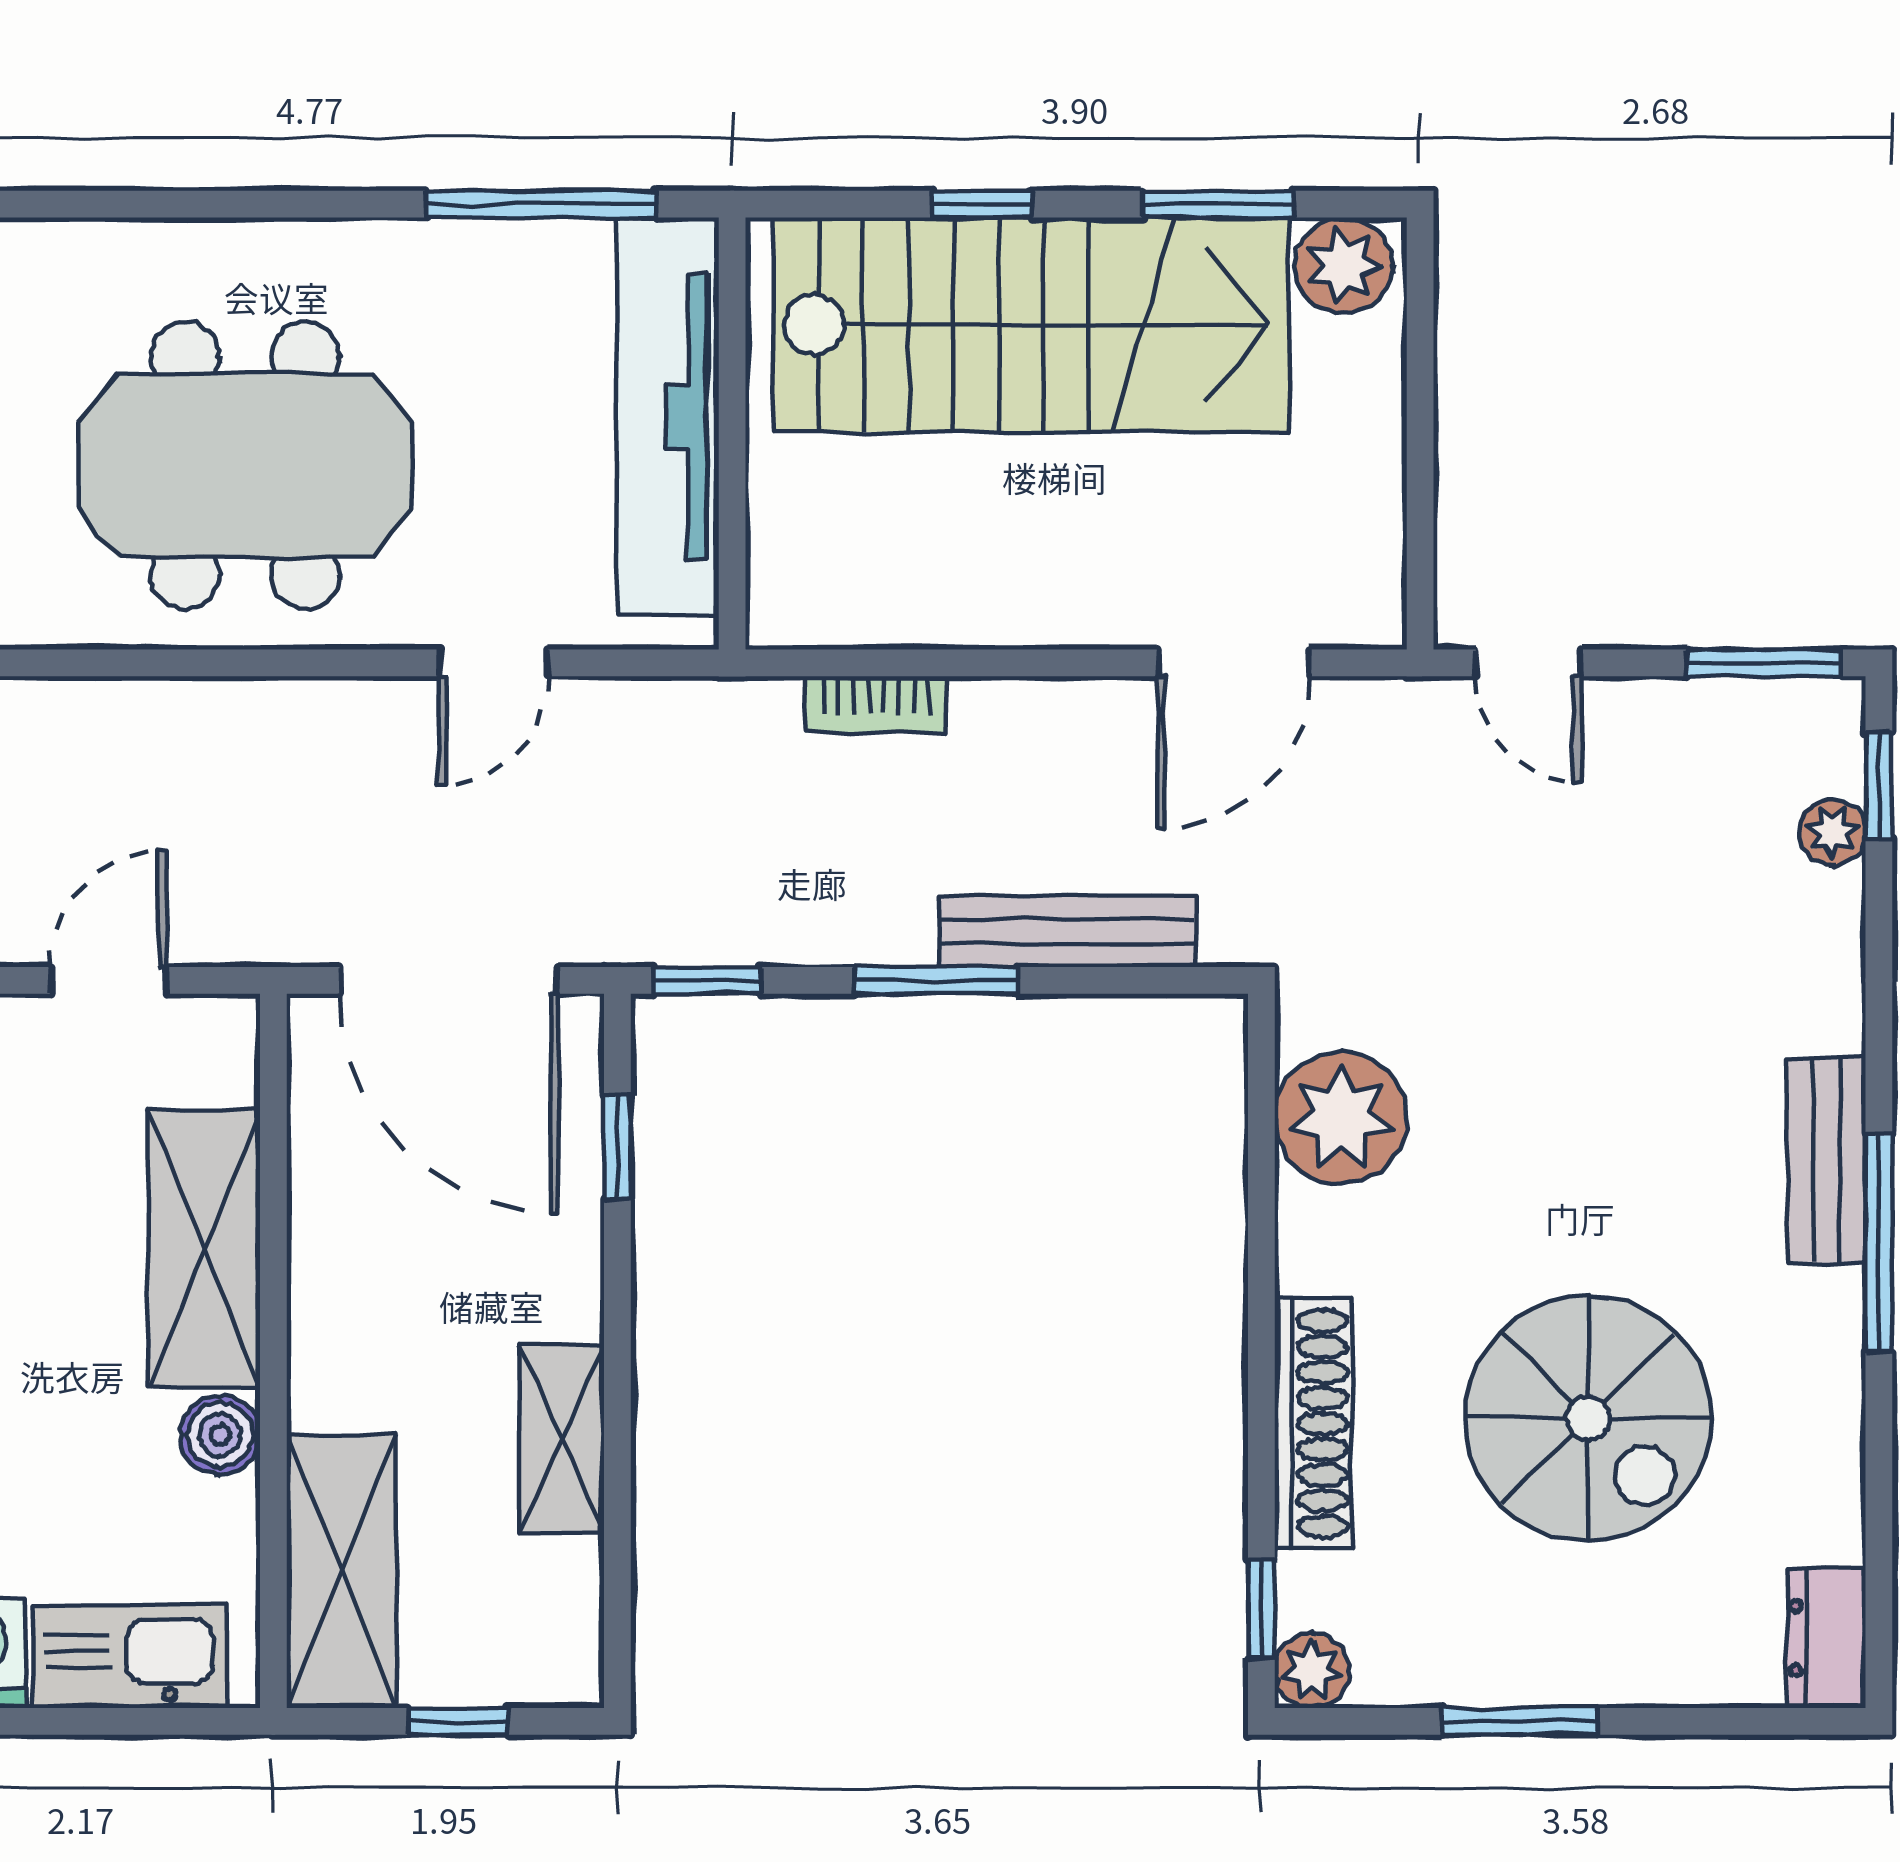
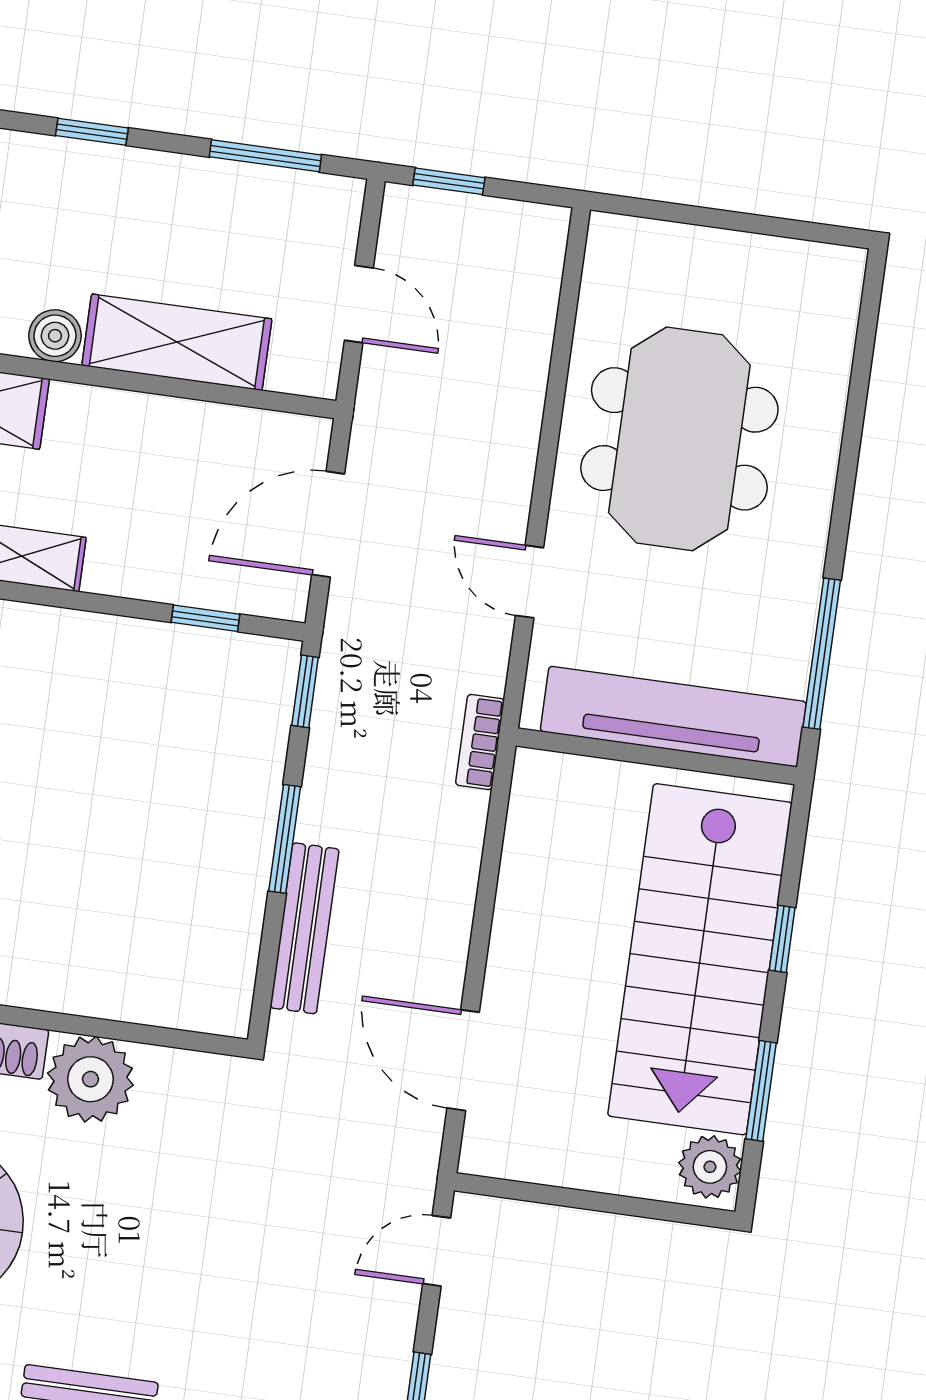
bookcase: (876, 704) -> (480, 742), moved
door: (449, 980) -> (328, 524), width x0.73
plant: (1341, 1118) -> (90, 1079), moved

